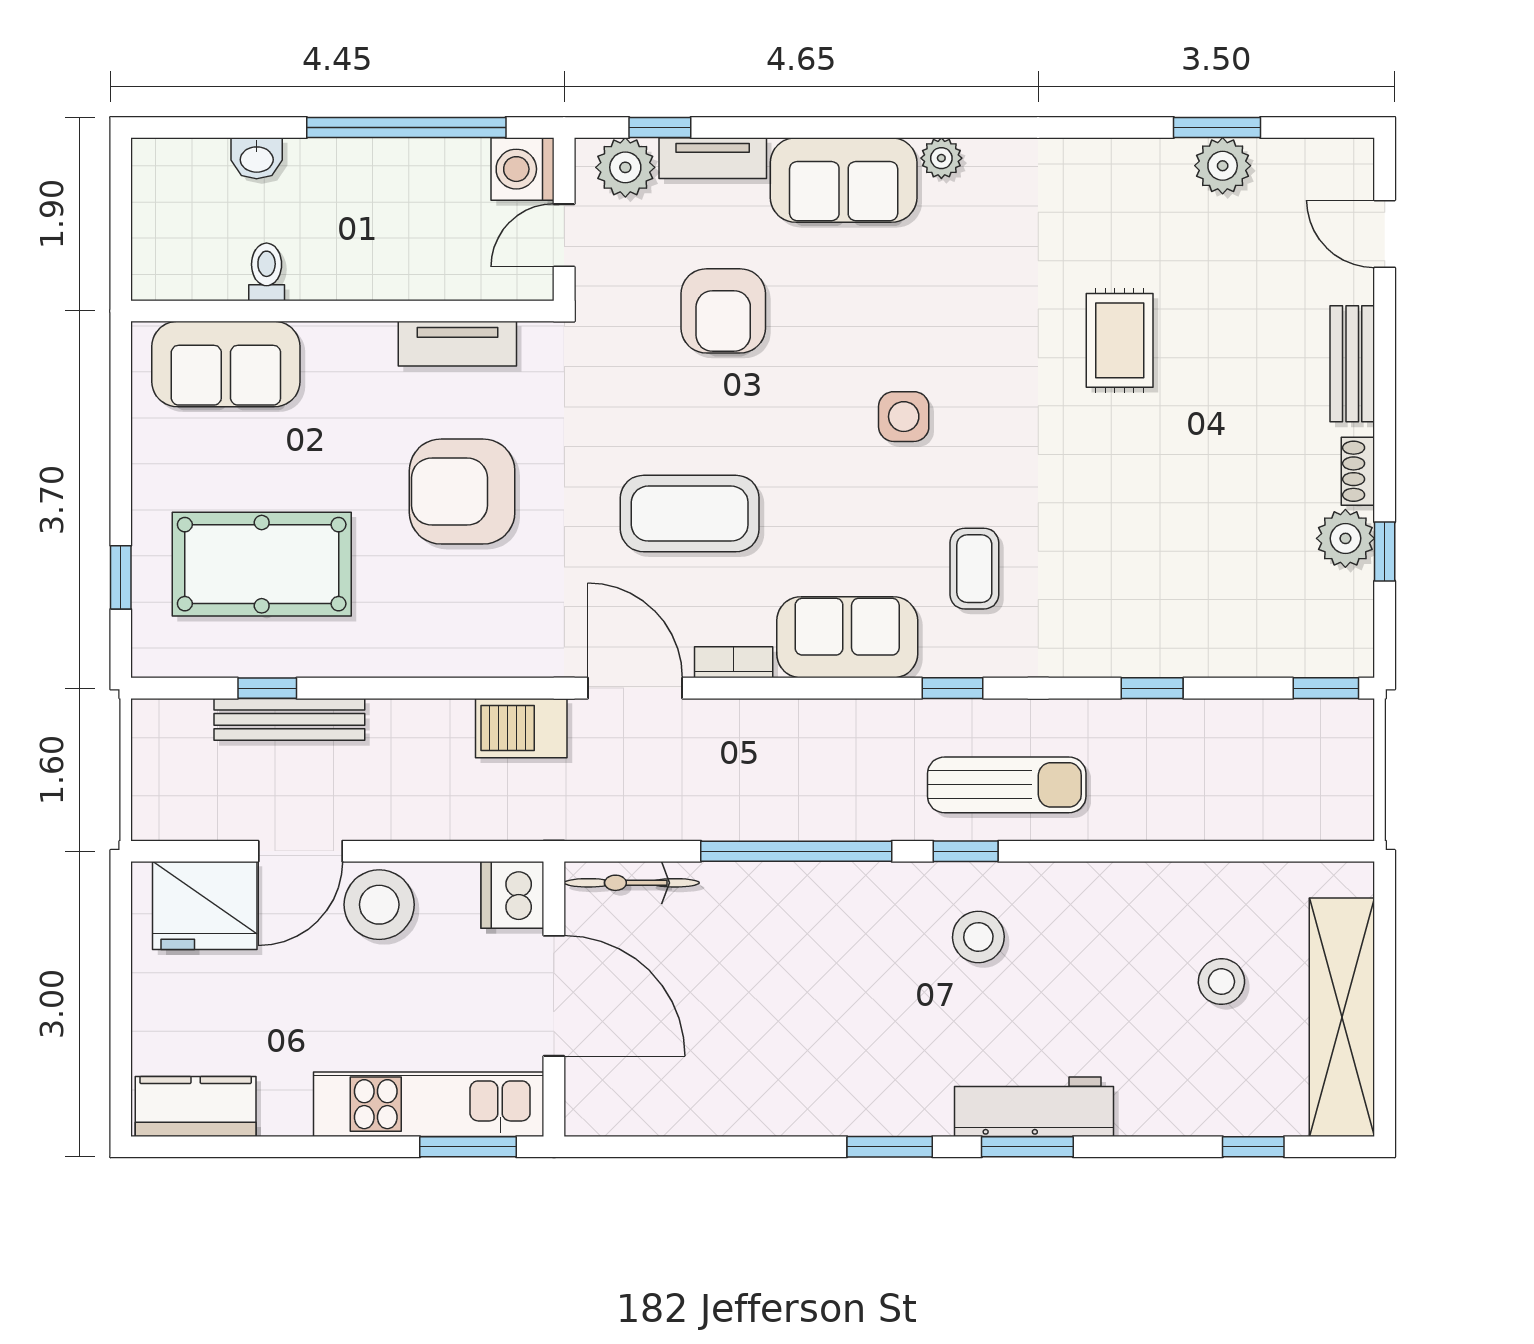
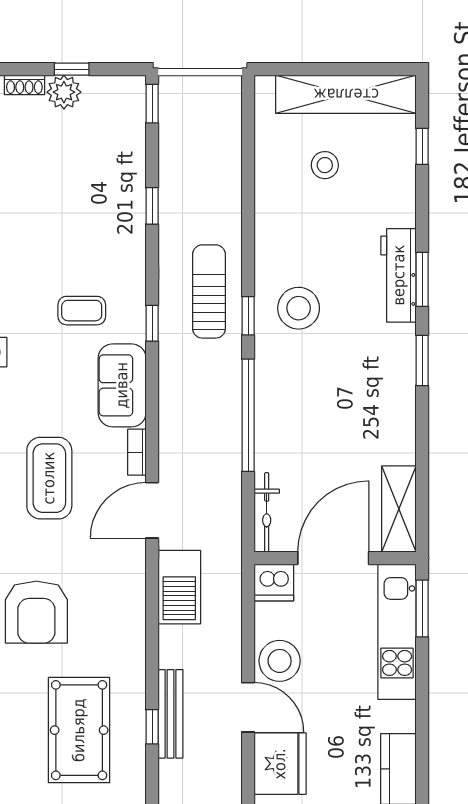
barbecue: (521, 728) -> (179, 587), width x1.37, depth x1.21
stool: (978, 937) -> (299, 308), width x1.38, depth x1.38
shelving: (637, 1107) -> (399, 509), added

